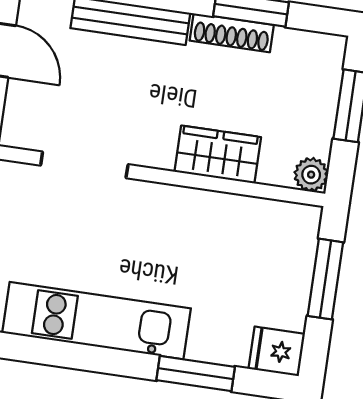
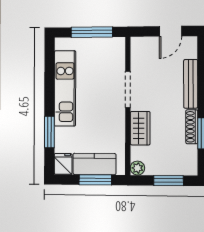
doorway: (84, 165) -> (128, 89), moved
kitchen counter: (287, 276) -> (94, 164), added

